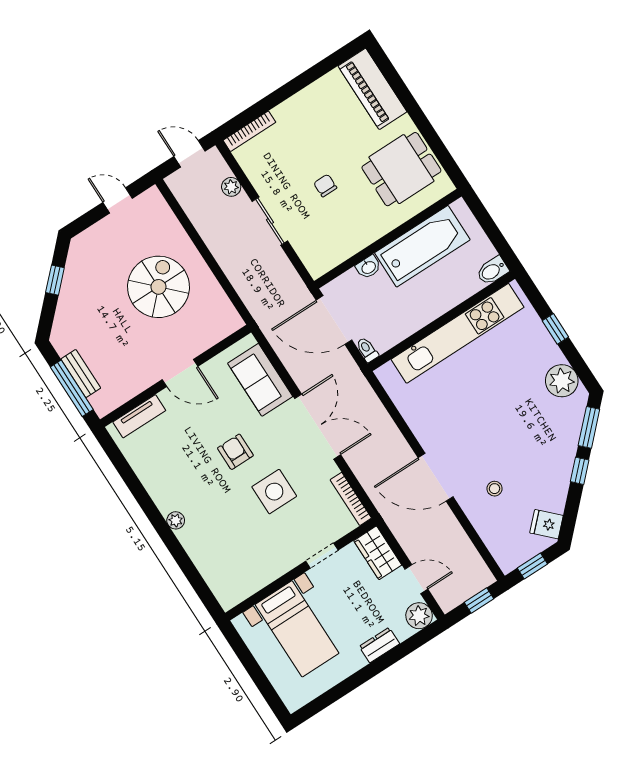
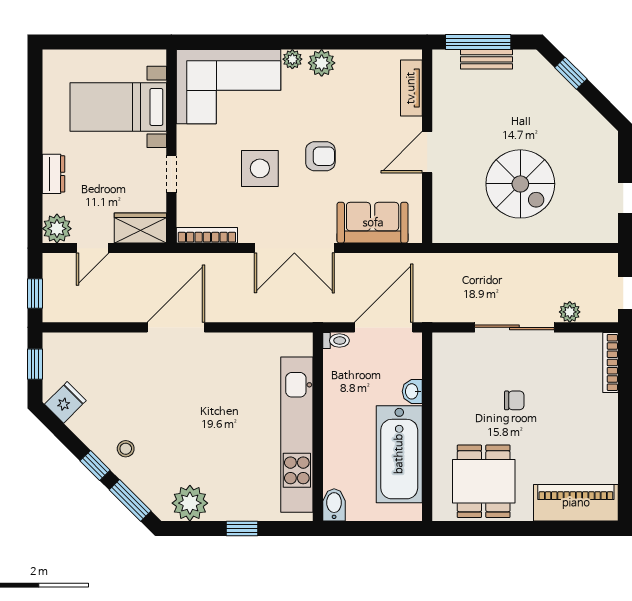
sliding door: (270, 221) -> (514, 327), width x1.37
window: (55, 280) -> (571, 73), moved
stool: (495, 489) -> (126, 449), moved
plant: (164, 497) -> (322, 63), added
corner sofa: (228, 555) -> (229, 87), added

